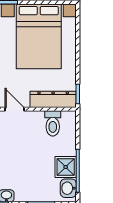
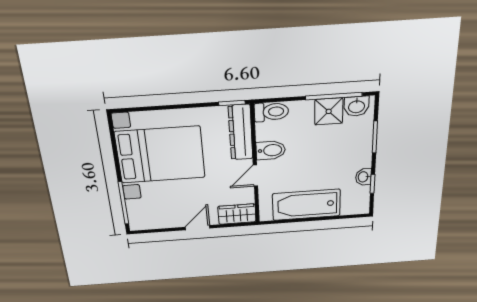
bidet: (36, 122) -> (271, 150), added
toilet: (53, 123) -> (271, 112), moved

